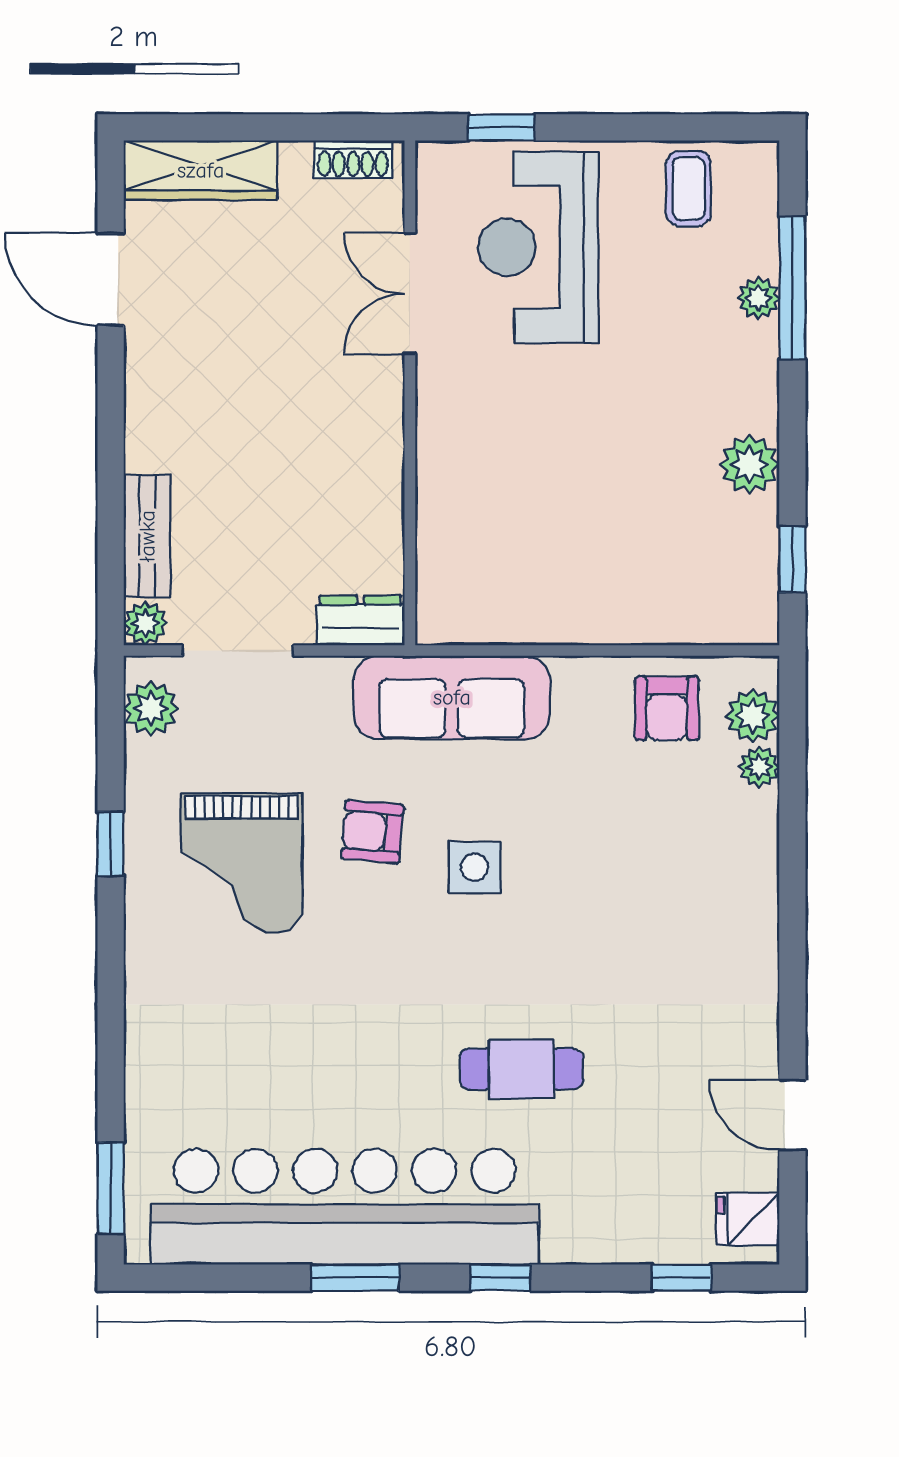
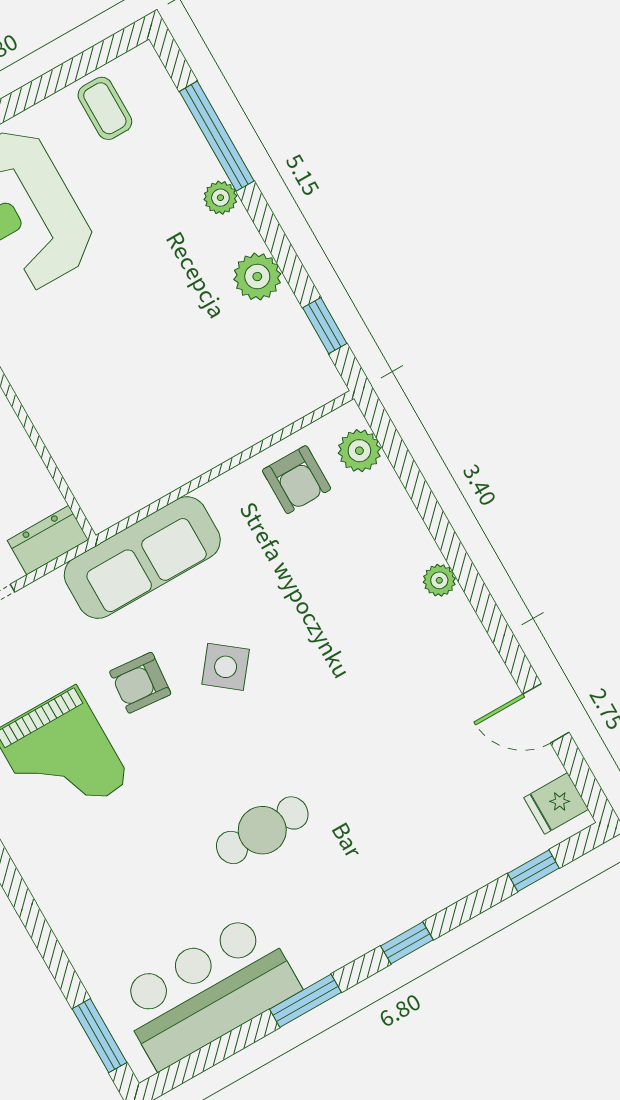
plant: (758, 298) -> (220, 198), moved
plant: (759, 767) -> (439, 580), moved
side table: (475, 867) -> (226, 667), turned 38
cafe table: (521, 1069) -> (262, 830), moved
bar counter: (345, 1207) -> (208, 991), width x0.54

